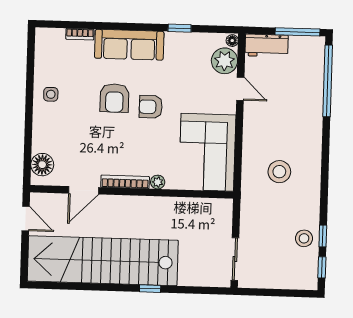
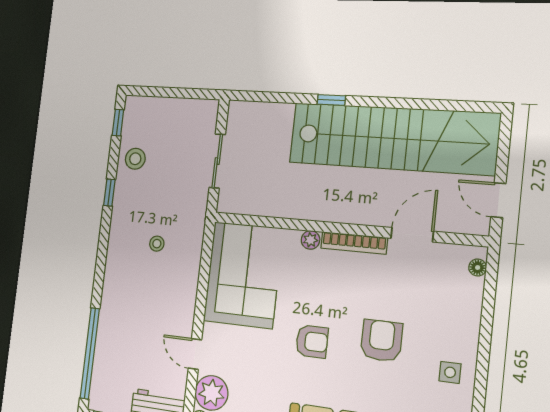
armchair: (114, 98) -> (382, 341), moved
floor lamp: (42, 165) -> (478, 268), width x0.53, depth x0.53
stool: (279, 172) -> (157, 244), width x0.53, depth x0.53
window: (323, 236) -> (109, 193), moved
sliding door: (235, 259) -> (217, 161), moved

